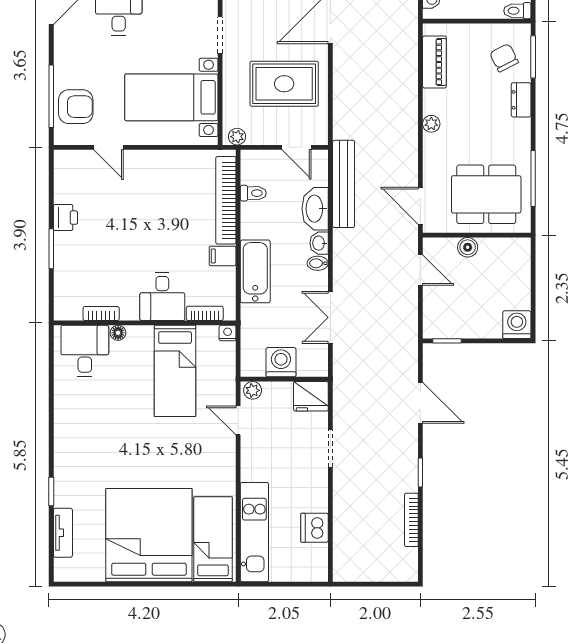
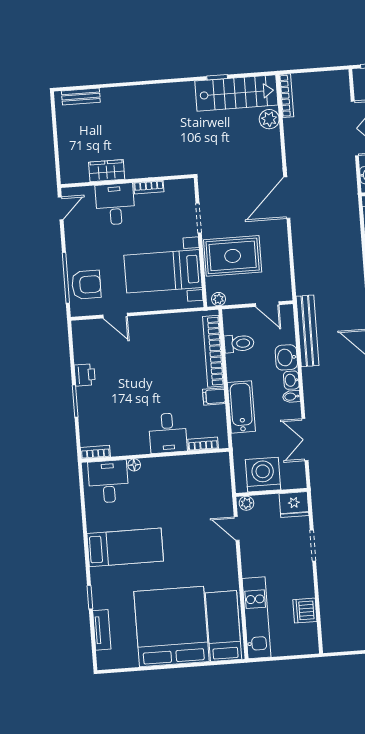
rug: (284, 84) -> (233, 256), moved
toilet: (253, 193) -> (239, 343), width x1.37, depth x1.39
washbasin: (315, 209) -> (286, 357), width x0.72
bookcase: (101, 313) -> (95, 452), moved
nightstand: (228, 333) -> (223, 458), removed
washing machine: (281, 362) -> (263, 475), width x1.37, depth x1.37
bed: (175, 371) -> (125, 547), moved, turned -90

